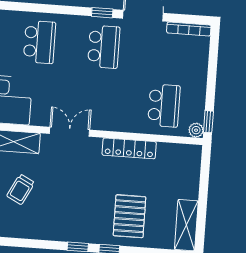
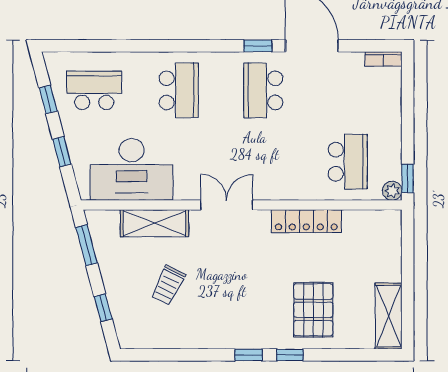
bookcase: (189, 29) -> (383, 59), width x0.64
school desk: (104, 47) -> (263, 90), turned 180

